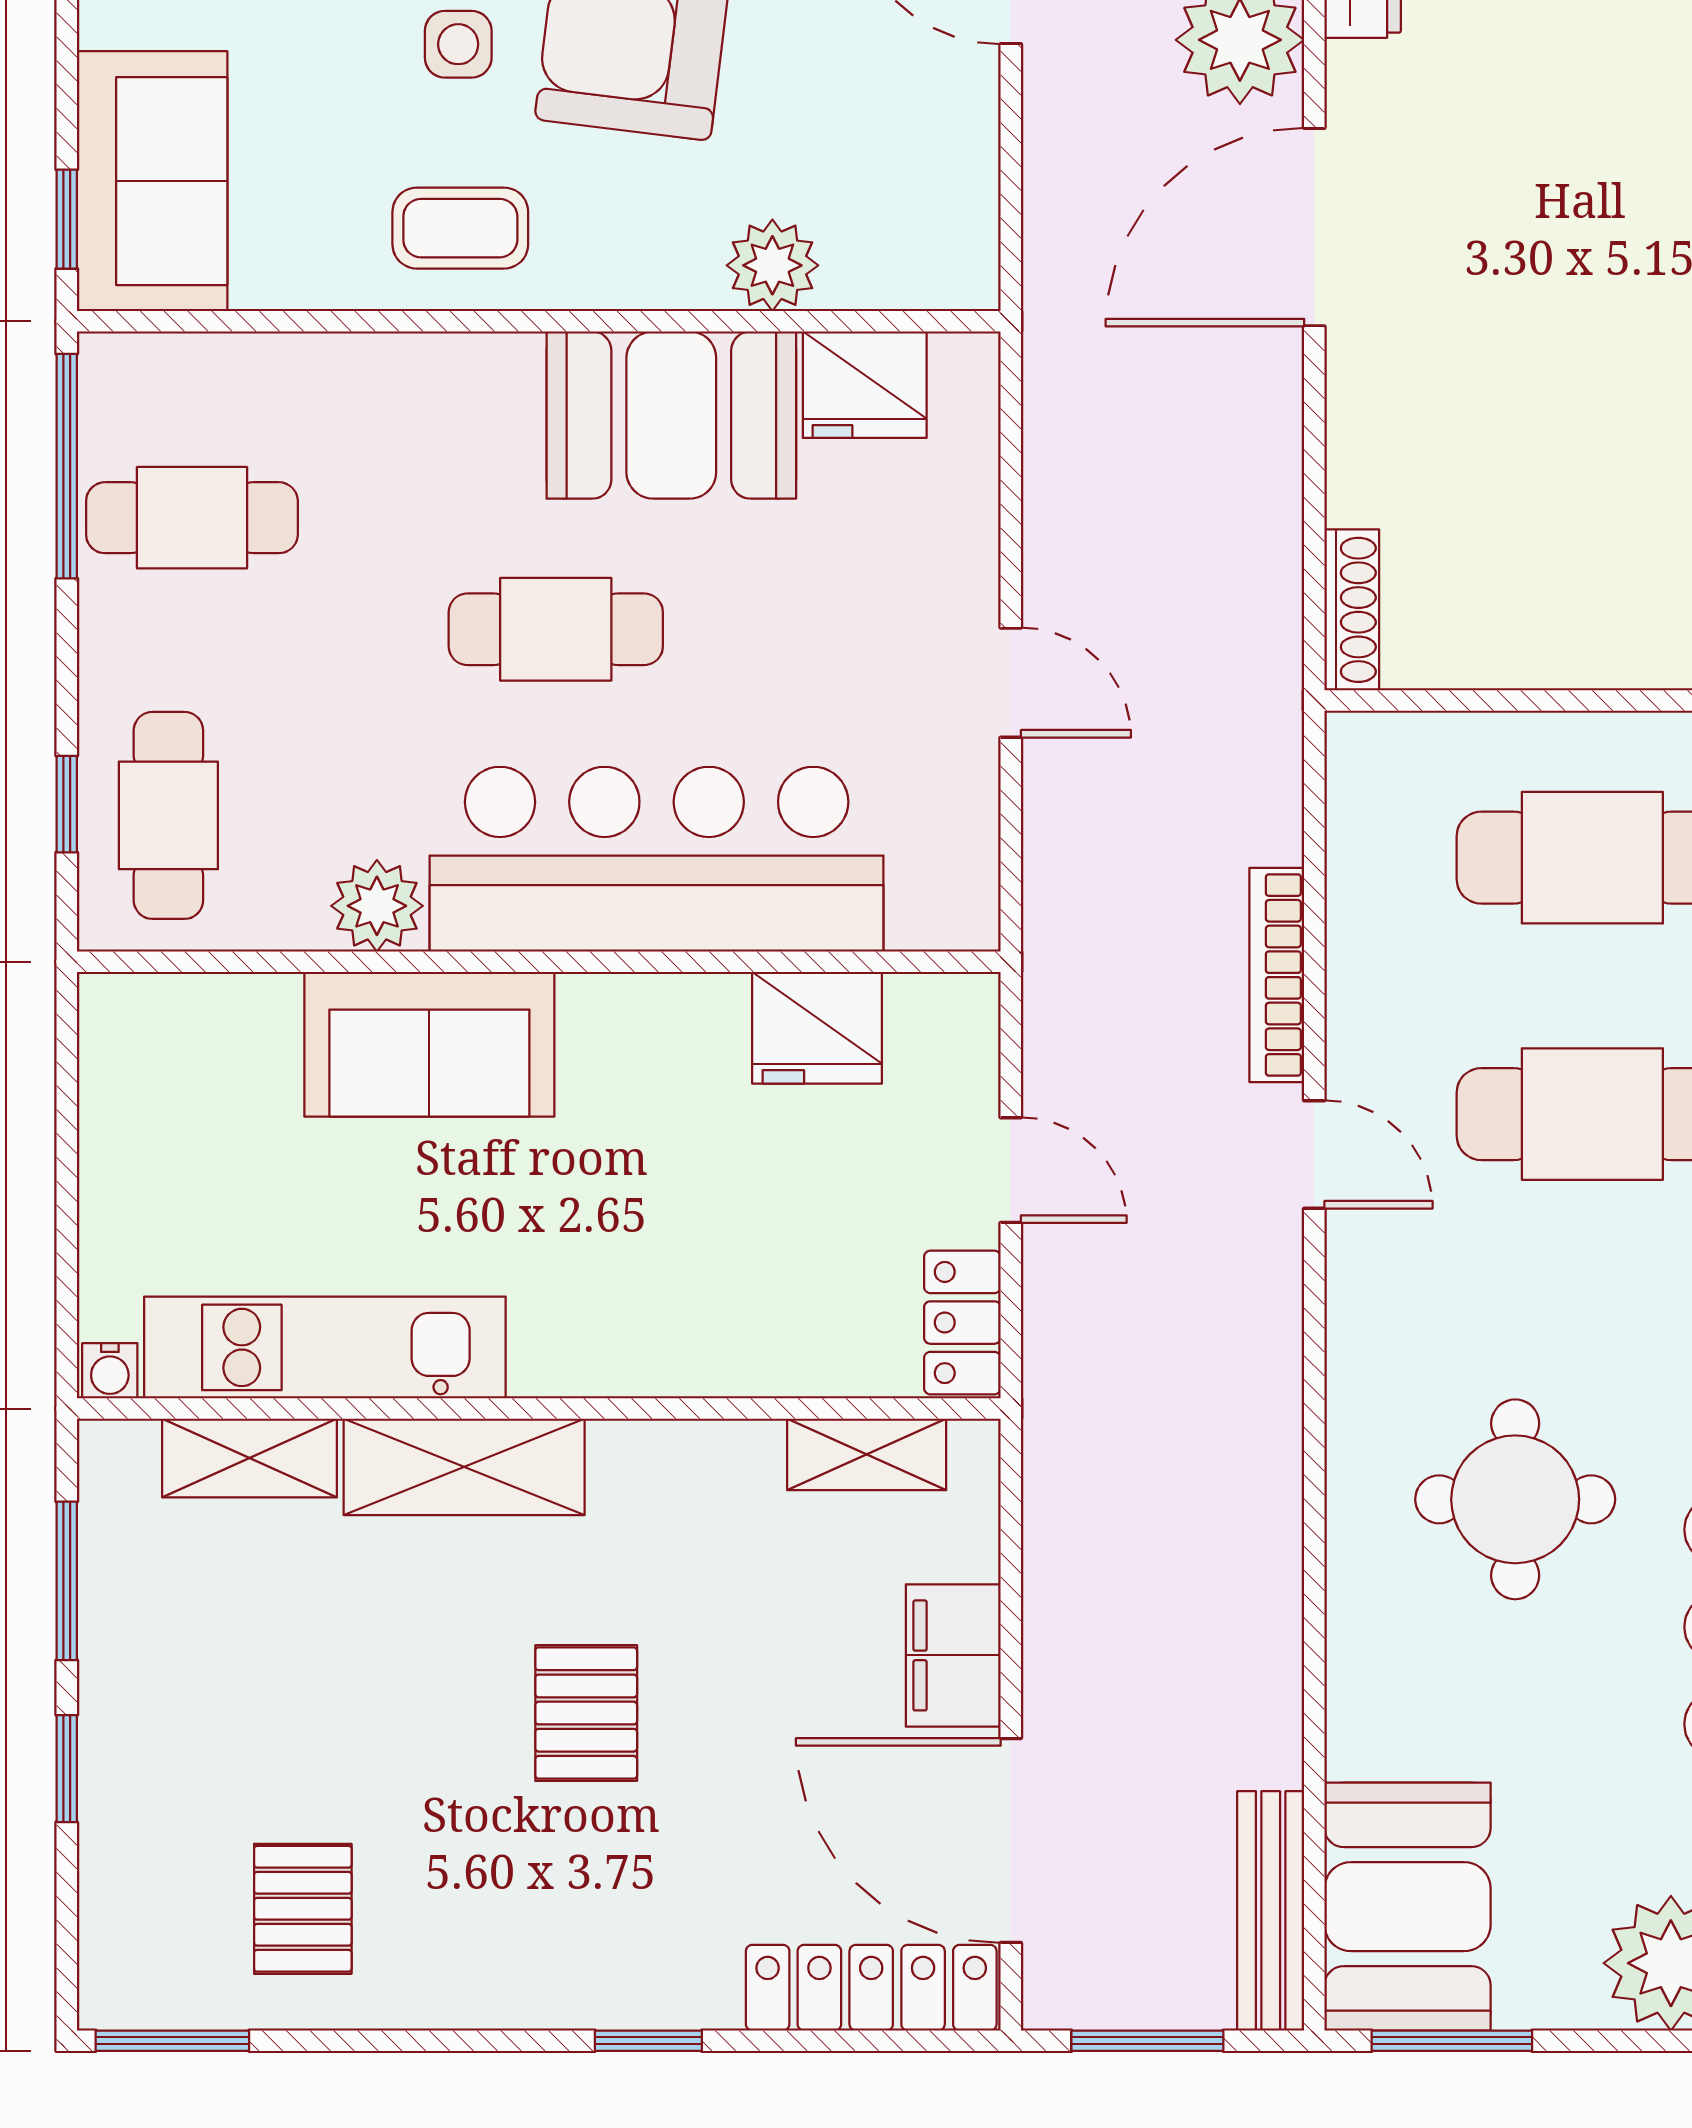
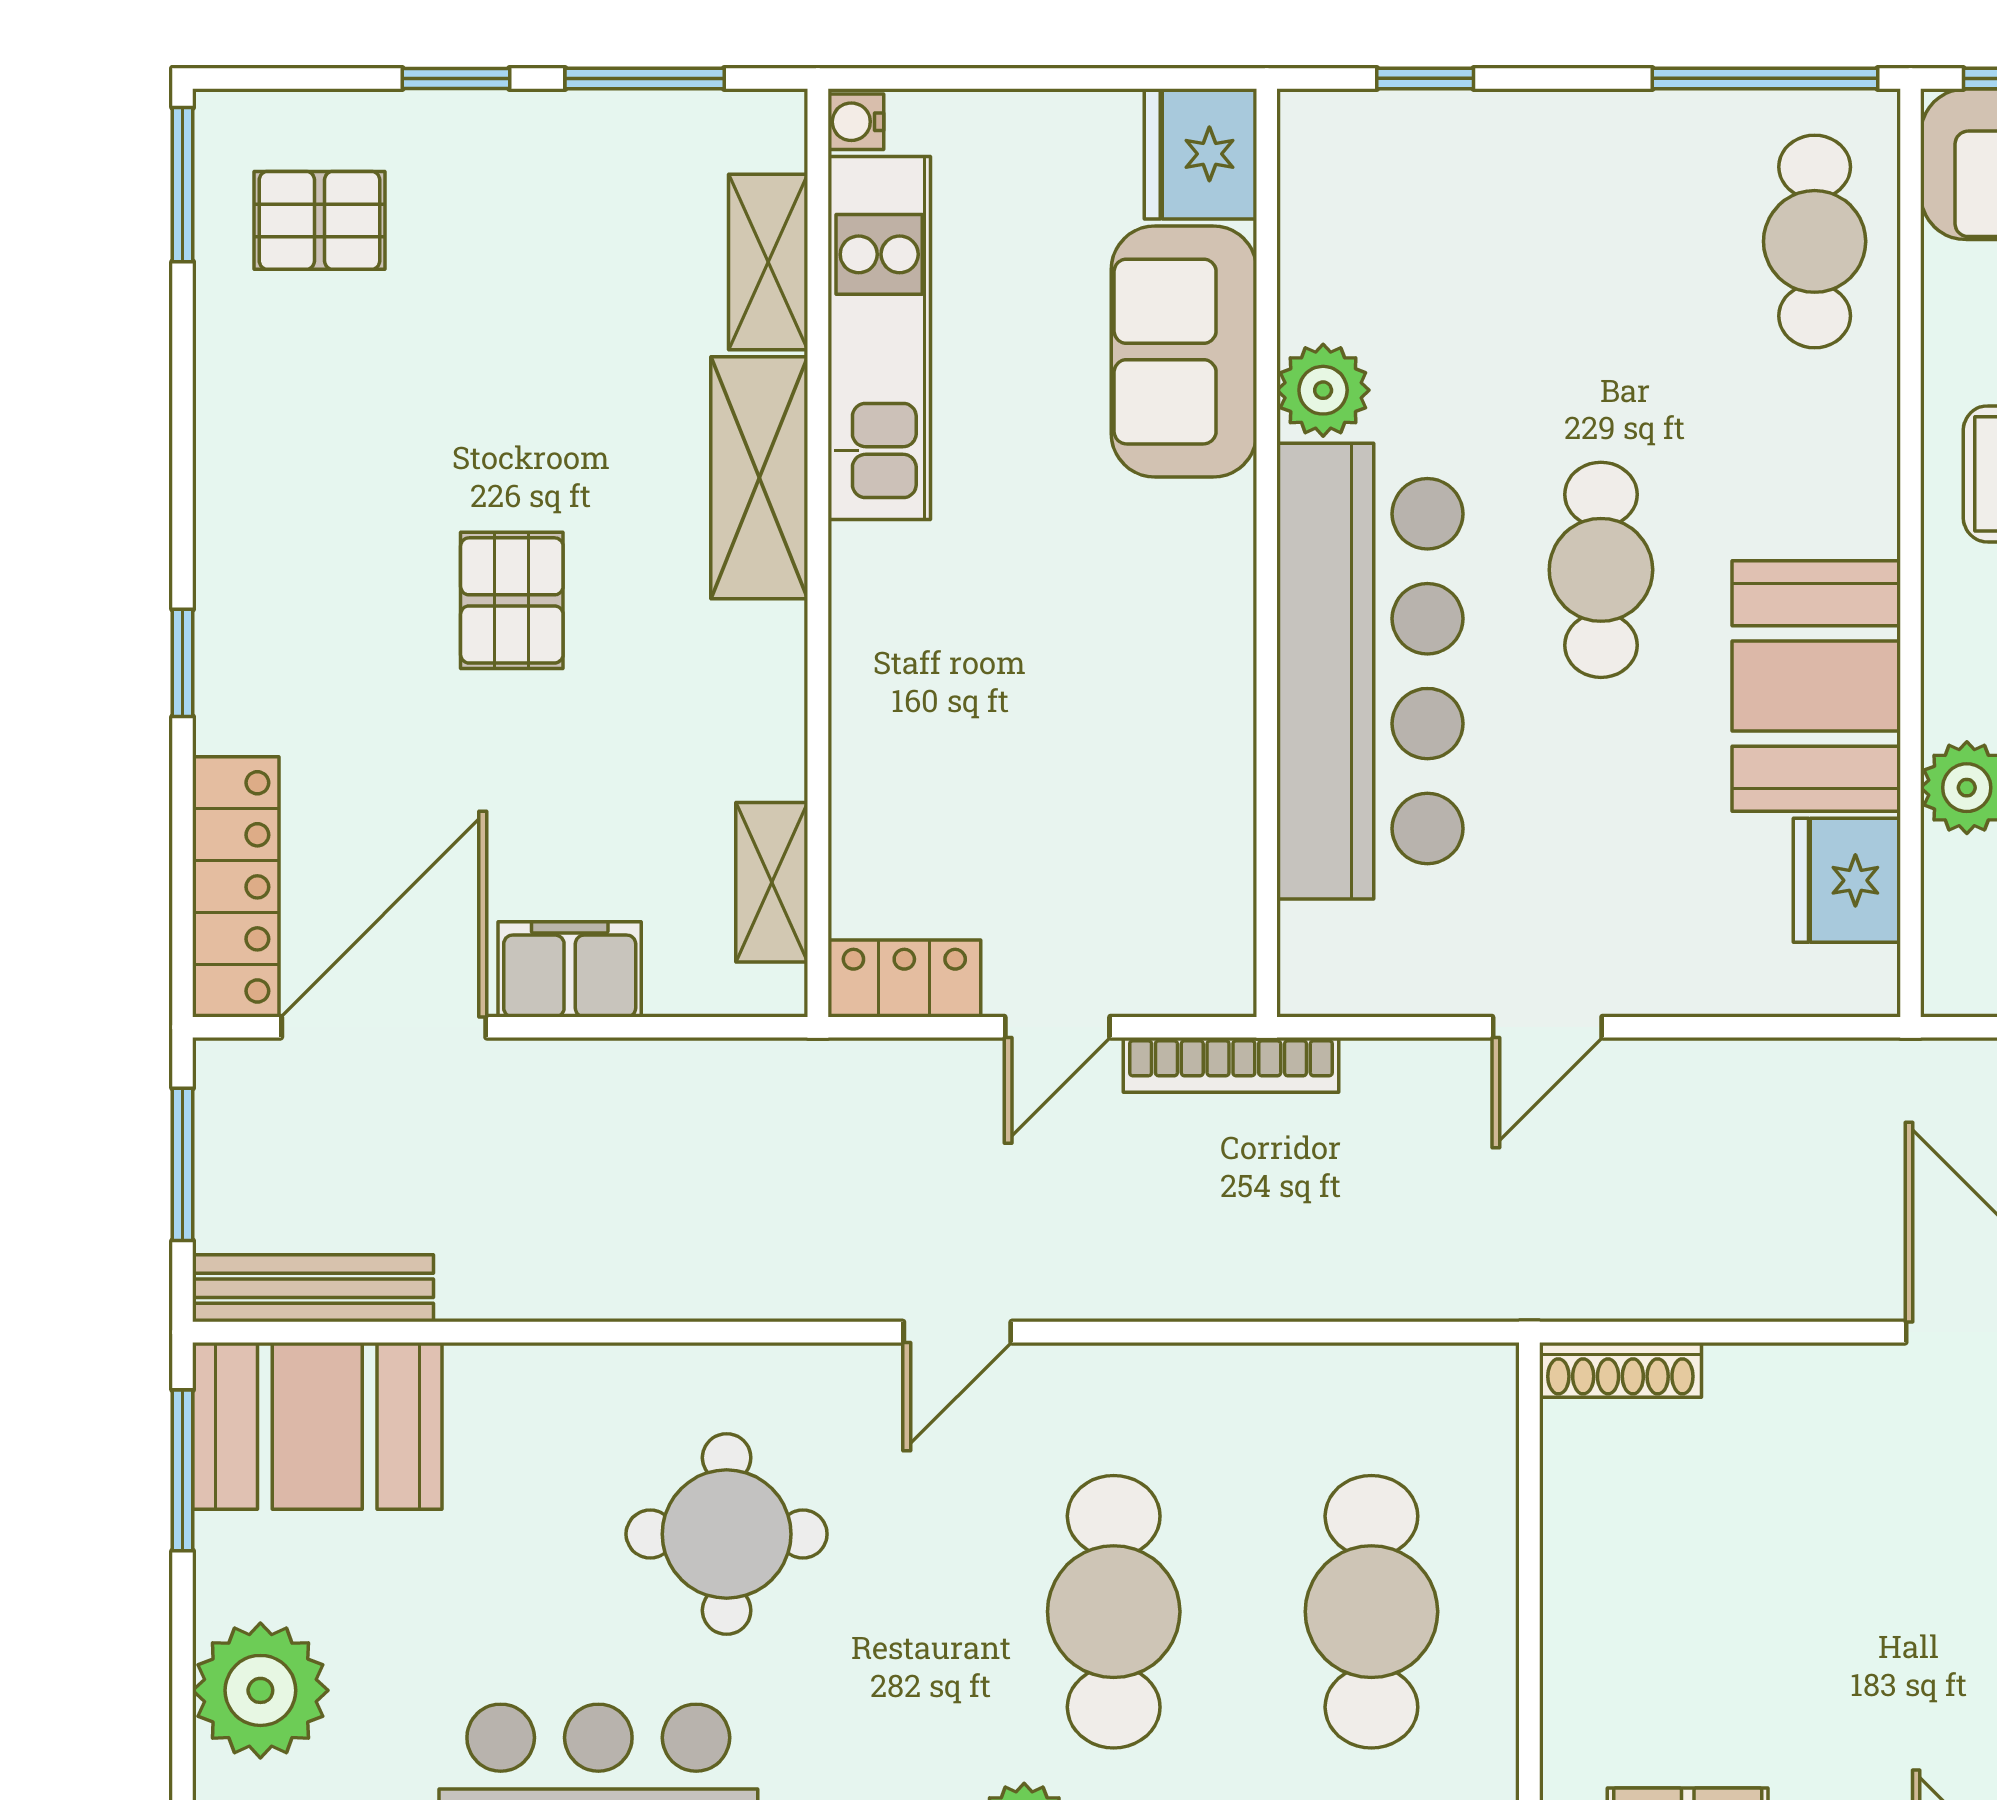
cafe table: (192, 518) -> (1815, 241), moved
cafe table: (168, 815) -> (1414, 181), removed
bookcase: (1277, 975) -> (1231, 1065), moved, turned 180
fridge: (817, 1028) -> (1200, 154), moved
sofa: (429, 1044) -> (1184, 352), moved
door: (1314, 1154) -> (957, 1332), moved
pallet: (586, 1713) -> (512, 600), turned 90
pallet: (303, 1909) -> (319, 220), moved

